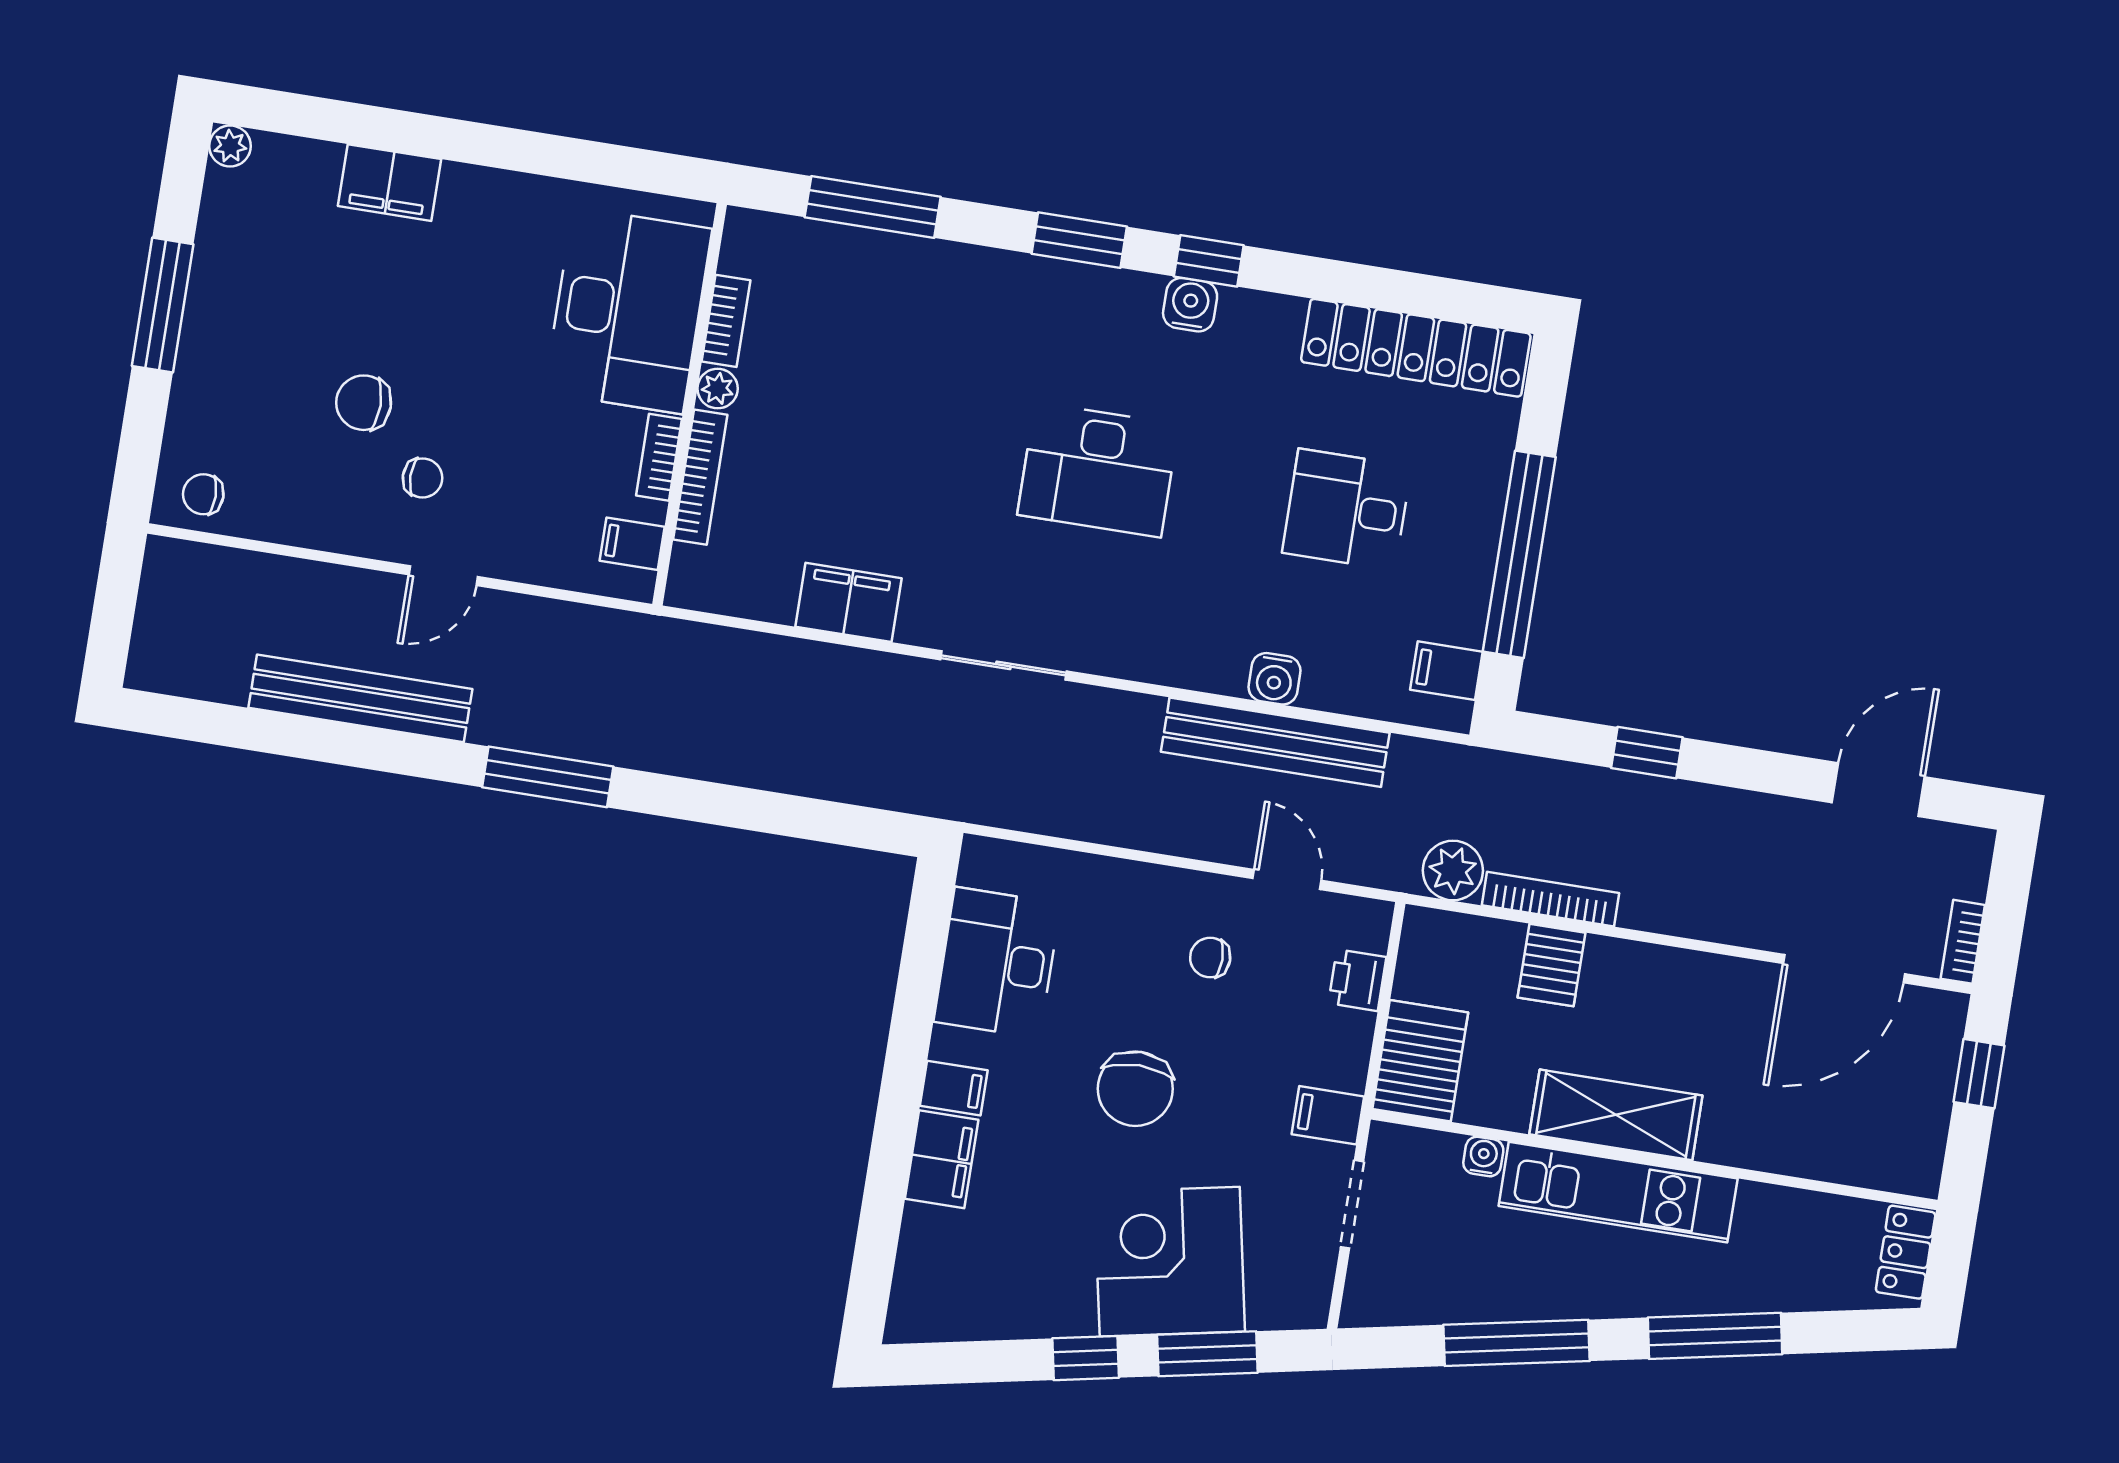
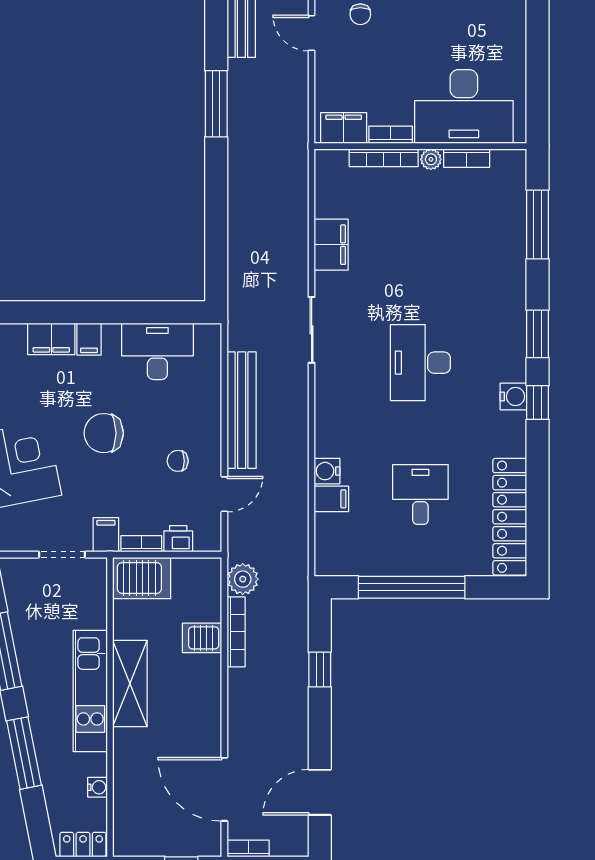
filing cabinet: (632, 544) -> (344, 128), width x2.00
filing cabinet: (1446, 671) -> (331, 499), moved, turned 90
bench: (1275, 742) -> (242, 410), moved
door: (1878, 790) -> (320, 792), swing flipped
chair: (1210, 958) -> (178, 461), turned -90
bookcase: (1355, 1051) -> (141, 544), added
water cooler: (1483, 1157) -> (97, 787), moved

